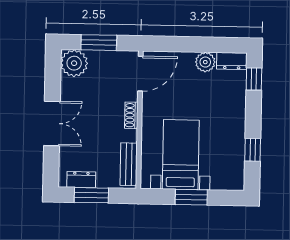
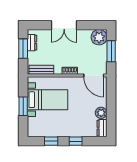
window: (254, 79) -> (76, 141), moved

